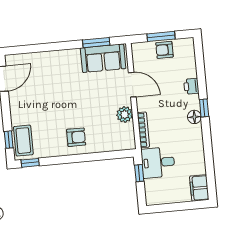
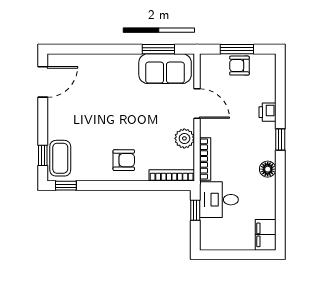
floor lamp: (194, 117) -> (268, 169), moved
bookcase: (117, 146) -> (172, 175), added

